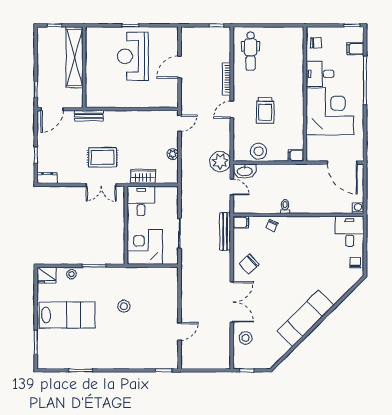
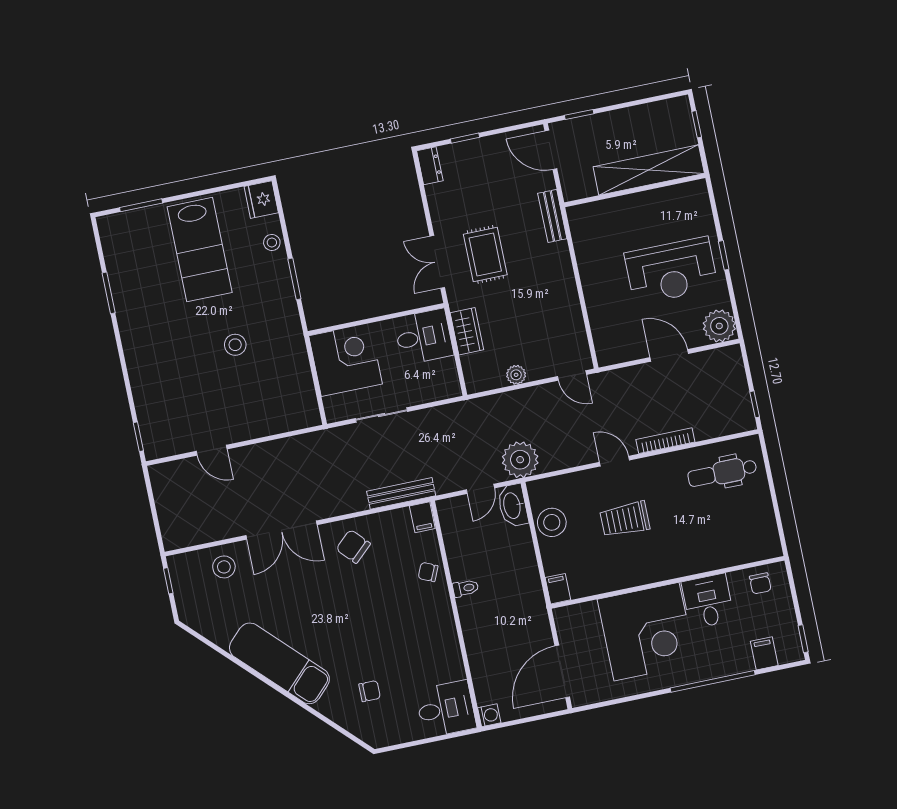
plant: (169, 36) -> (719, 326), added
reception desk: (133, 56) -> (671, 271), turned 180
chair: (355, 263) -> (370, 691), moved

